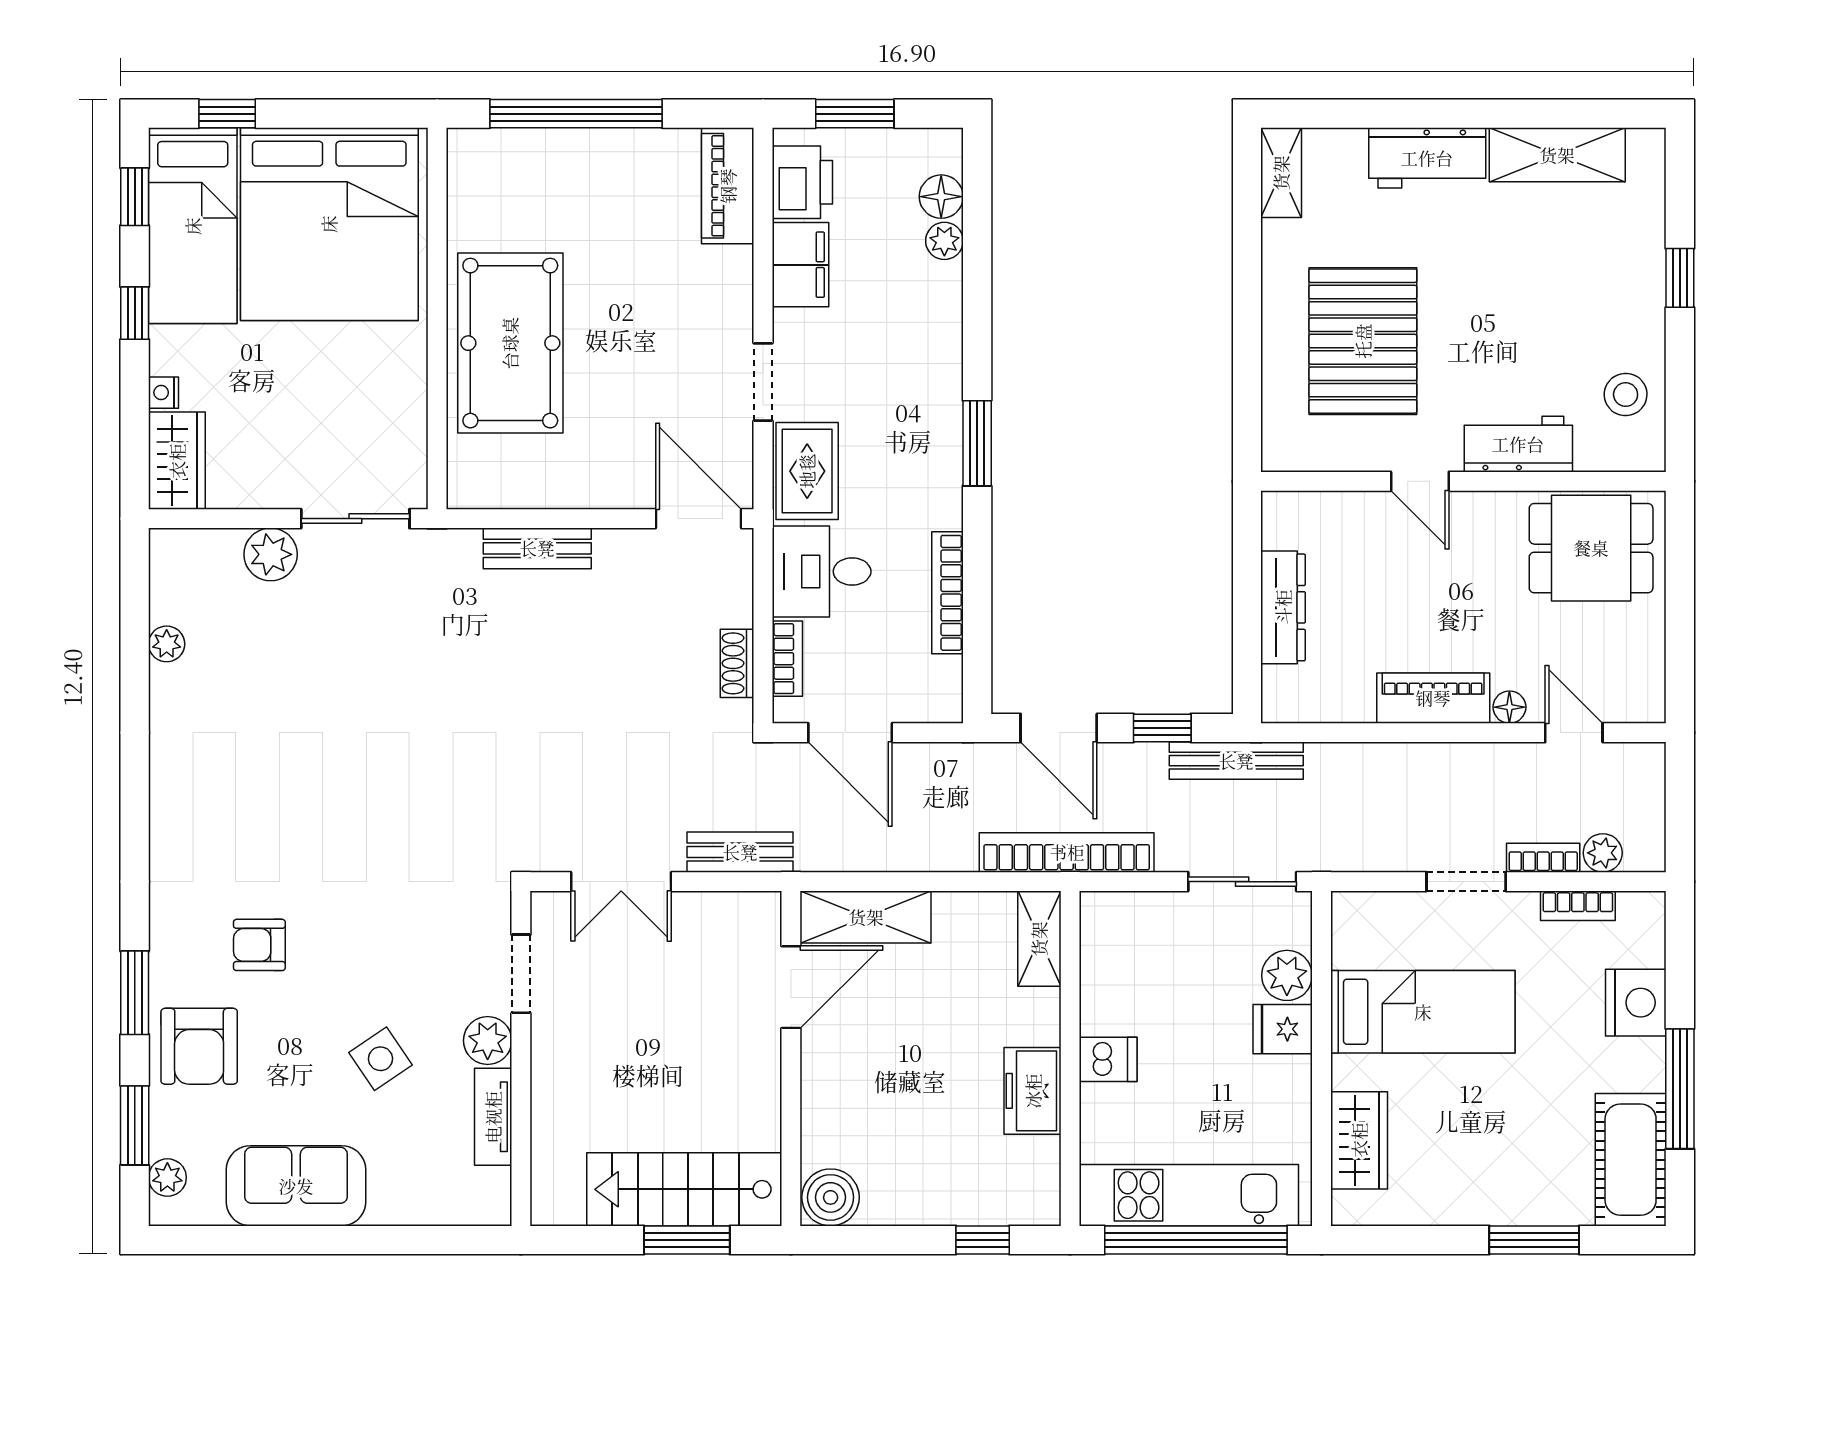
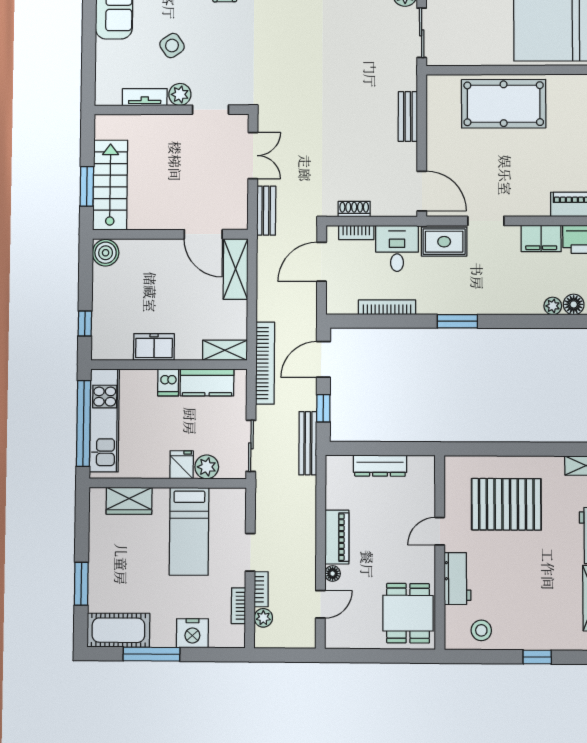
door: (698, 519) -> (422, 191), hinge flipped
double door: (621, 882) -> (253, 156), swing flipped
kitchen counter: (1108, 976) -> (207, 382), added

